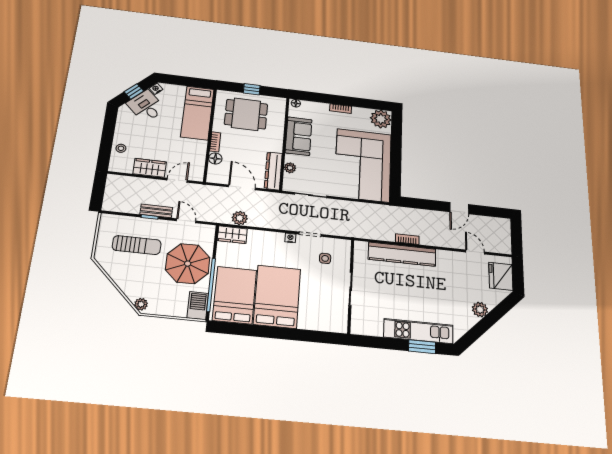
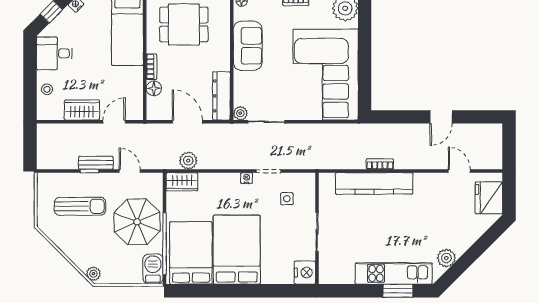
desk: (146, 106) -> (54, 53), moved, turned -45
plant: (290, 168) -> (240, 113), moved
plant: (480, 310) -> (446, 258), moved
nightstand: (338, 323) -> (305, 273), added

